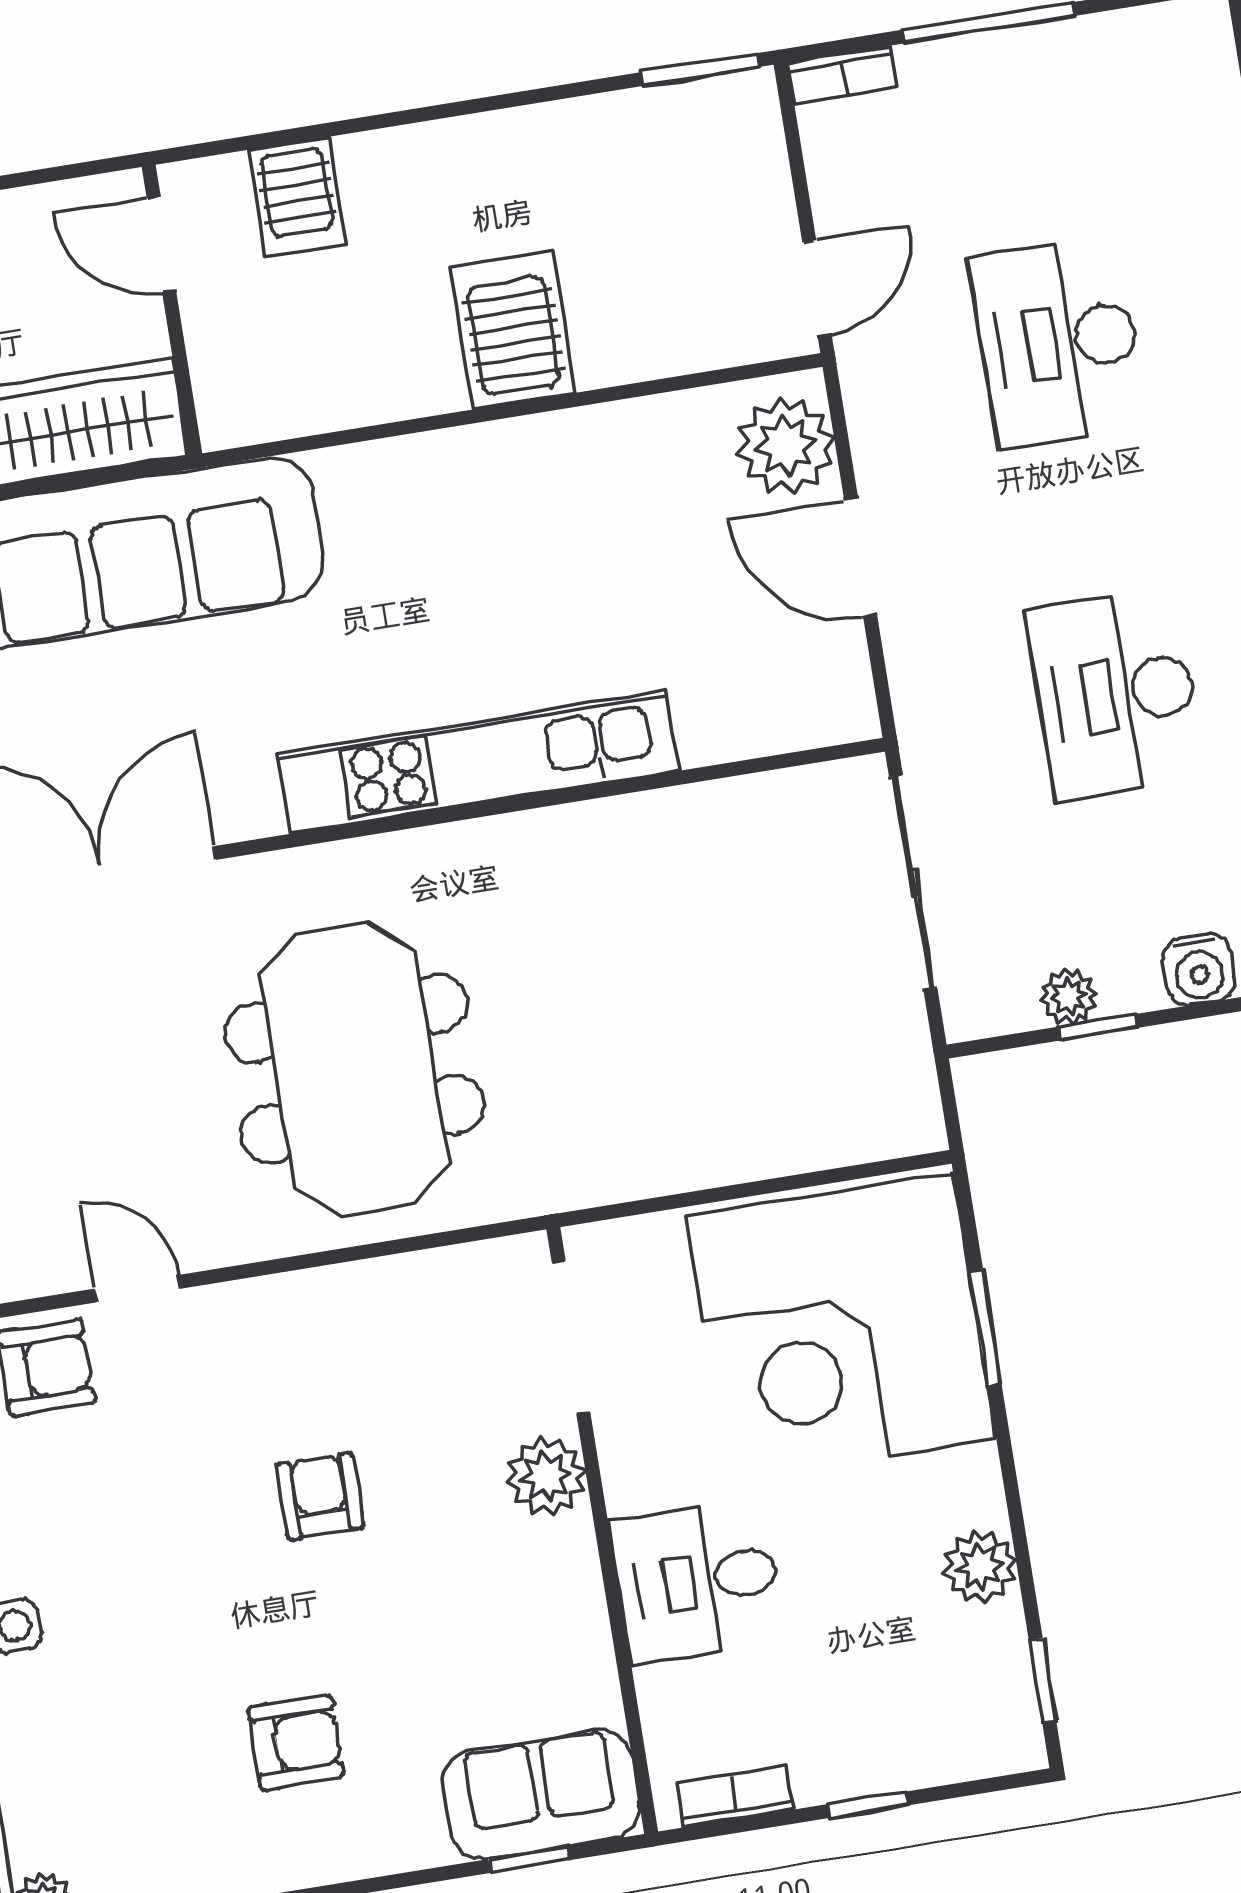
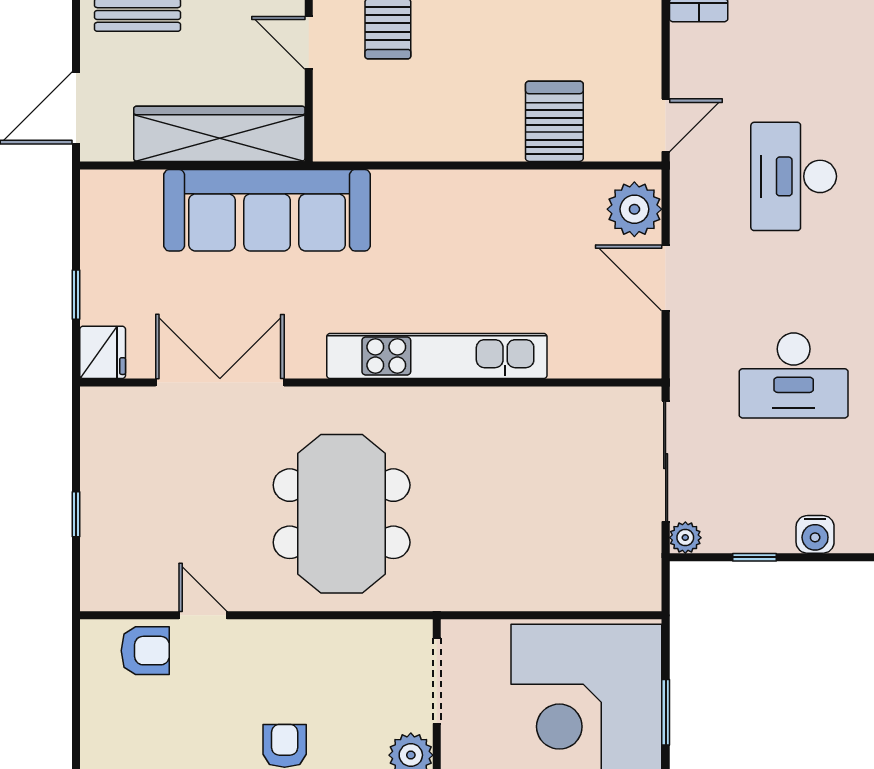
server rack: (513, 330) -> (554, 121), moved
desk: (1115, 694) -> (794, 375), turned -90
plant: (1069, 996) -> (685, 538), moved

